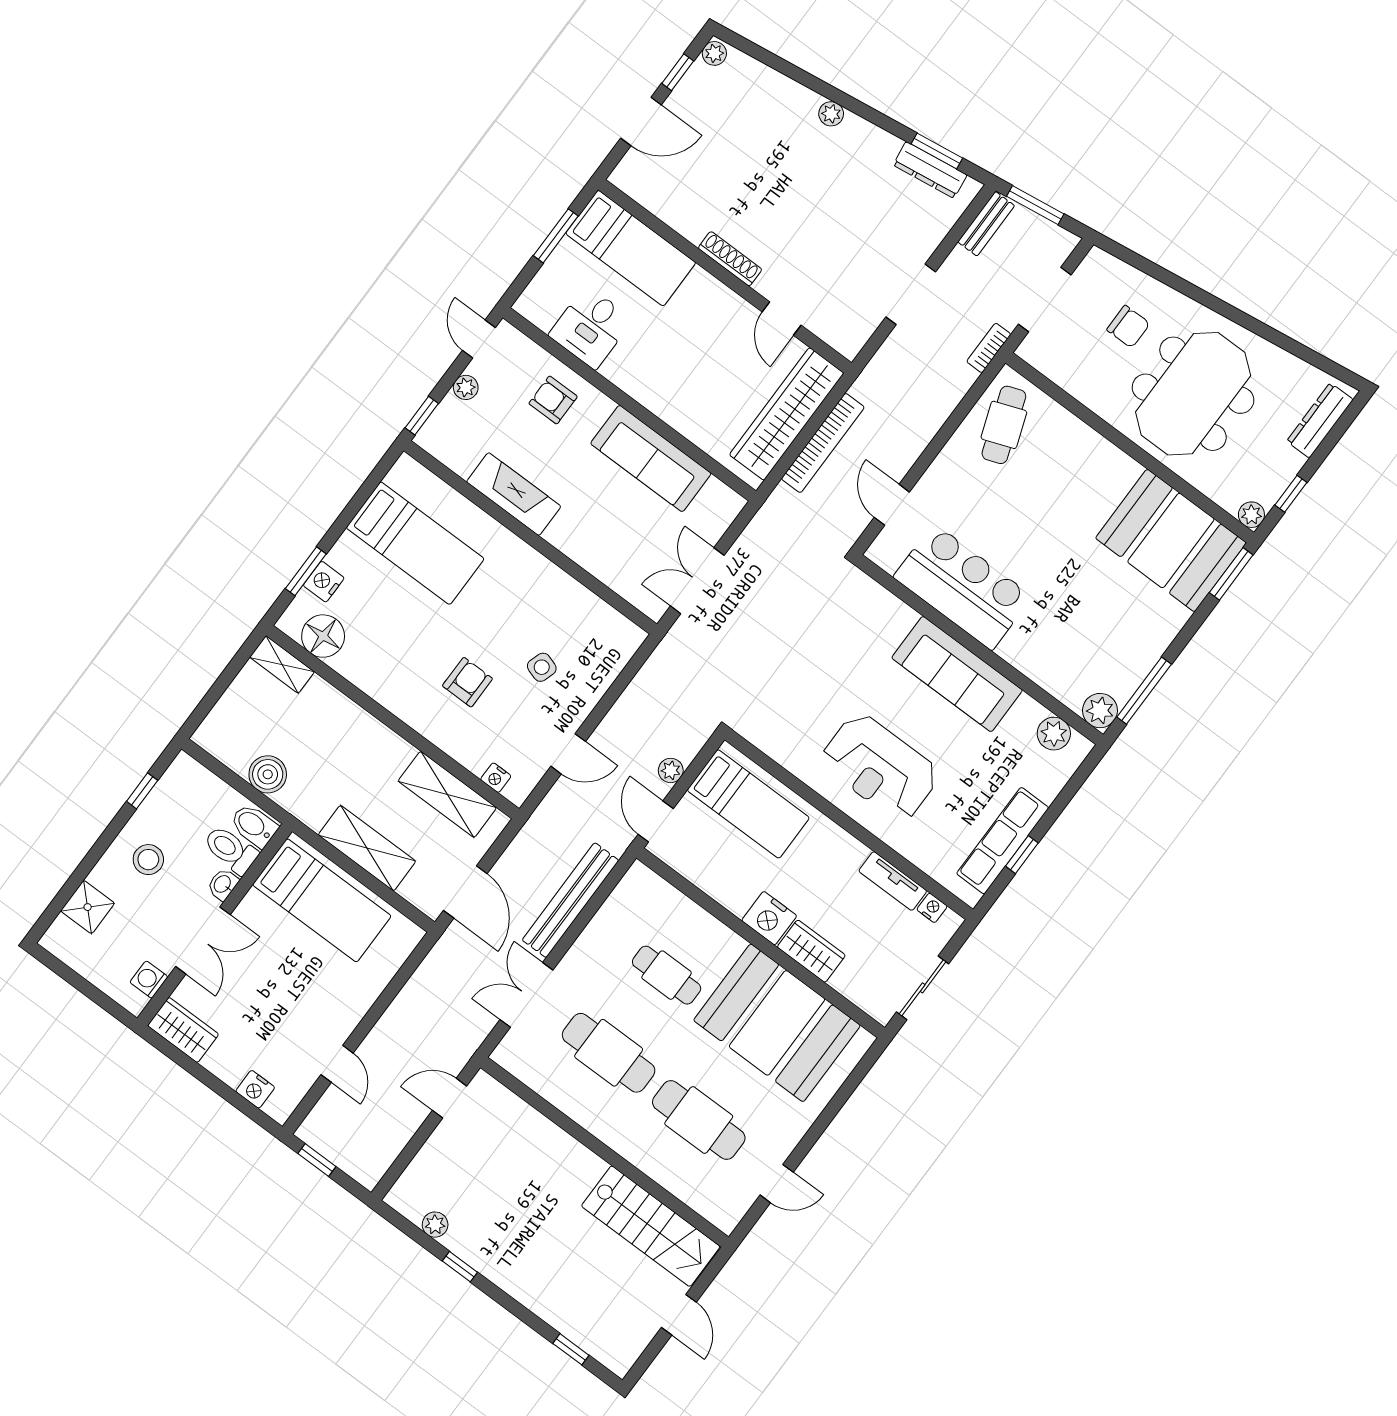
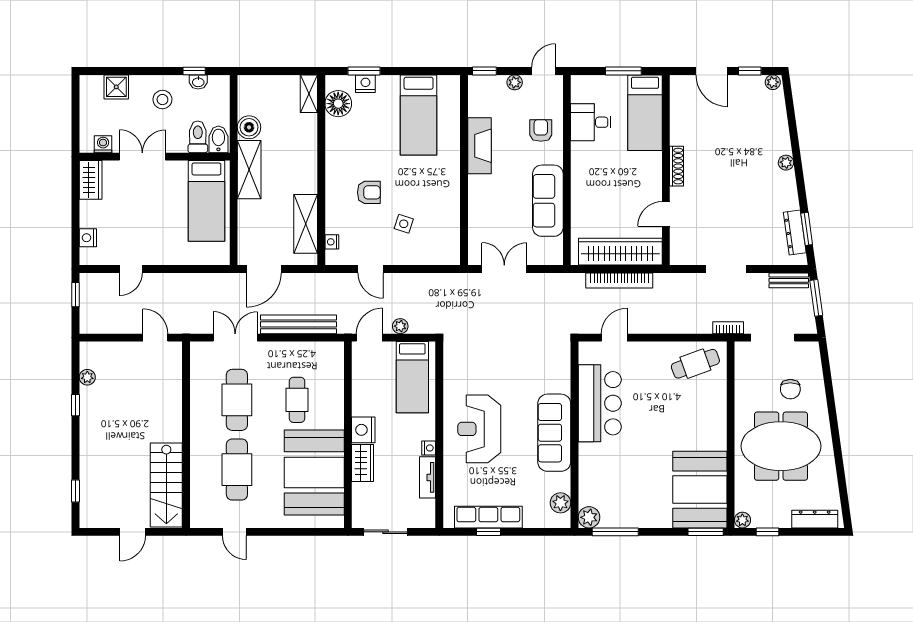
shelving: (367, 848) -> (249, 170), moved
washbasin: (223, 884) -> (198, 82), moved, turned 180
nightstand: (932, 908) -> (429, 448), moved
double door: (203, 941) -> (142, 157), swing flipped

